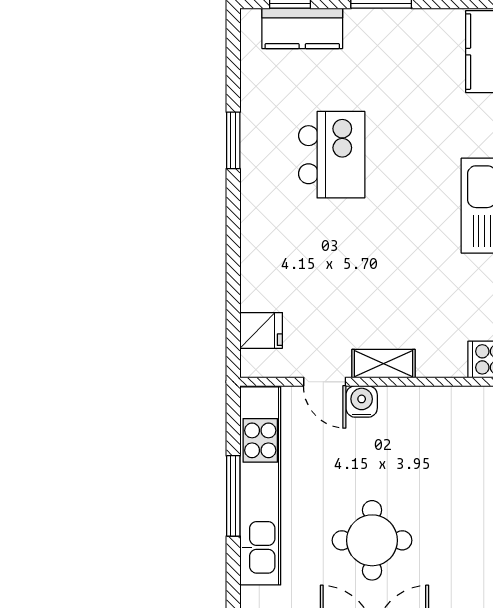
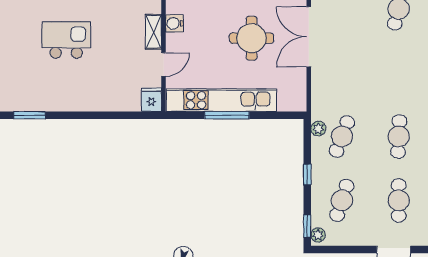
kitchen island: (332, 155) -> (66, 40), moved
fridge: (261, 330) -> (151, 100), moved
water cooler: (362, 401) -> (174, 23), moved

